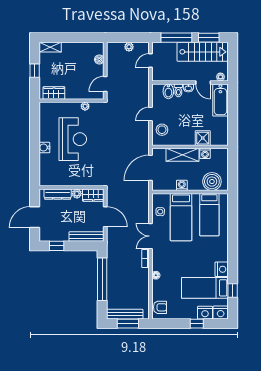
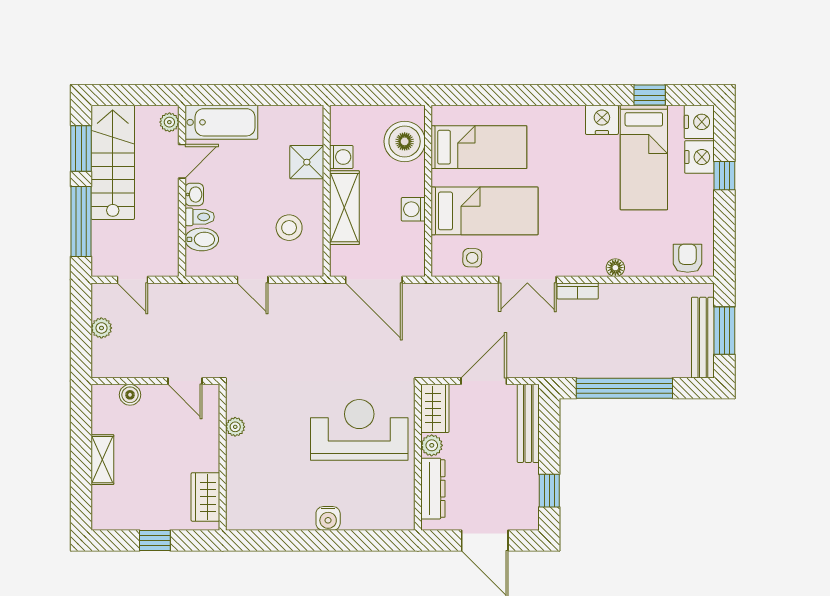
shelving: (50, 47) -> (102, 460), moved
stool: (162, 130) -> (289, 228), moved
reception desk: (73, 139) -> (359, 430), moved

